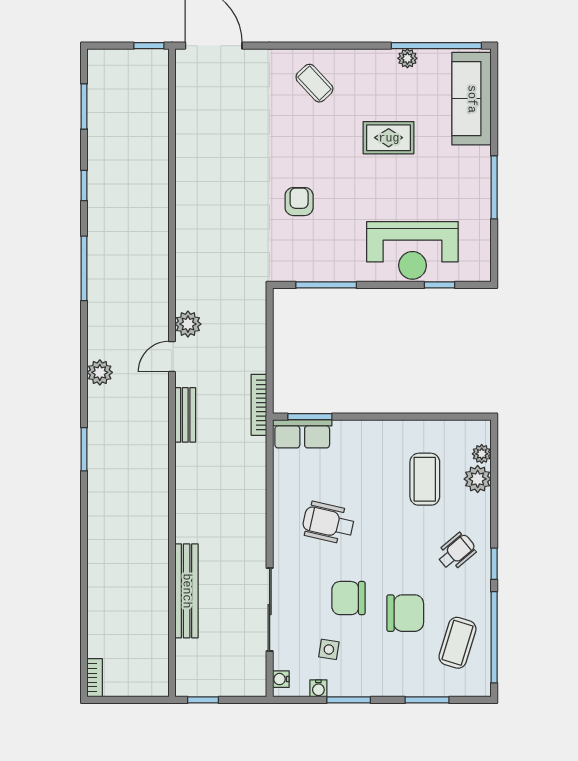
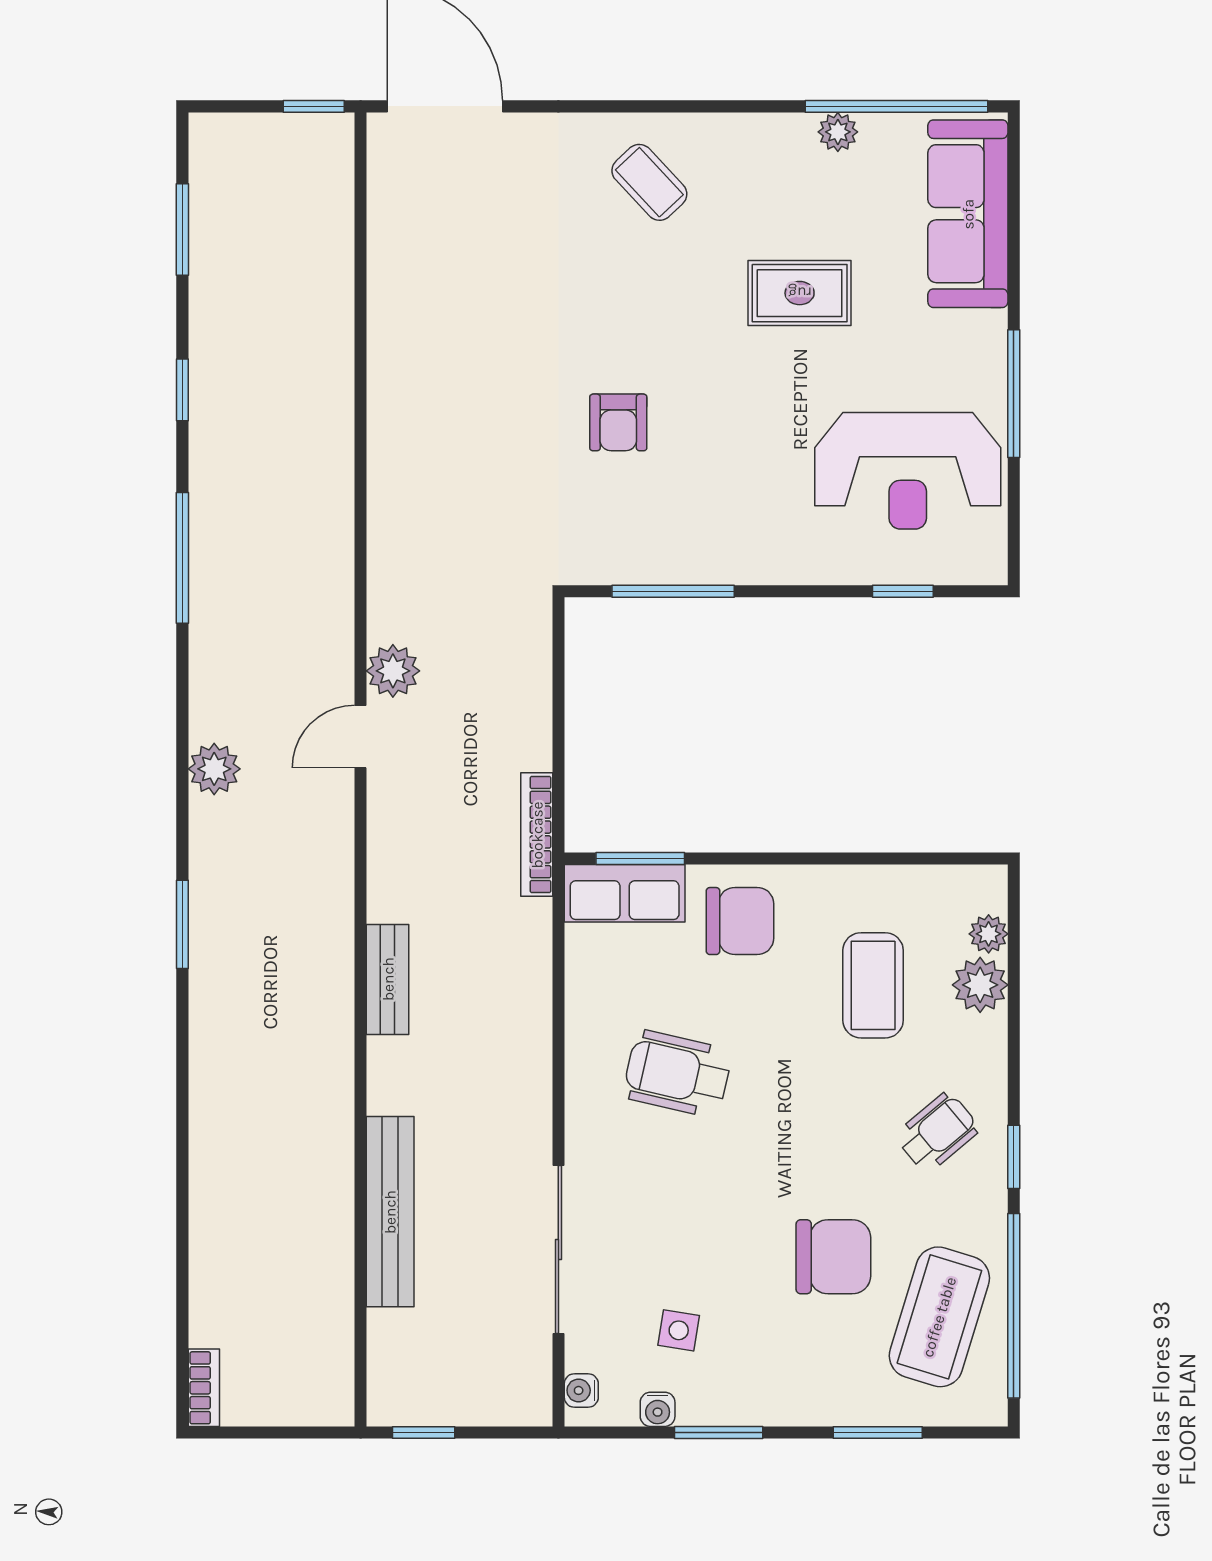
armchair: (299, 202) -> (618, 422), turned 180
reception desk: (412, 250) -> (908, 471), moved
bench: (185, 415) -> (388, 979), moved
chair: (348, 598) -> (740, 921), moved, turned 180
coffee table: (457, 643) -> (939, 1317), width x1.36, depth x1.32

